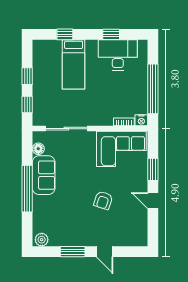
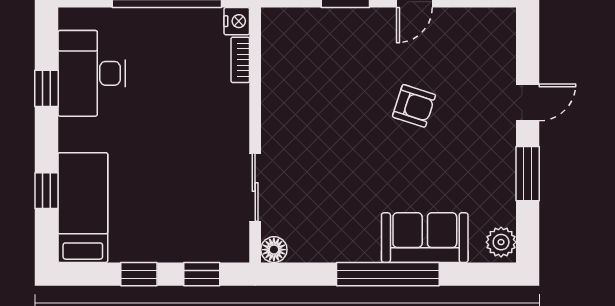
bed: (74, 64) -> (83, 208), moved, turned -90
sliding door: (66, 129) -> (255, 187), width x0.73
floor lamp: (38, 149) -> (274, 250), moved
corner sofa: (121, 149) -> (300, 66), removed
sofa: (44, 175) -> (425, 238), moved

